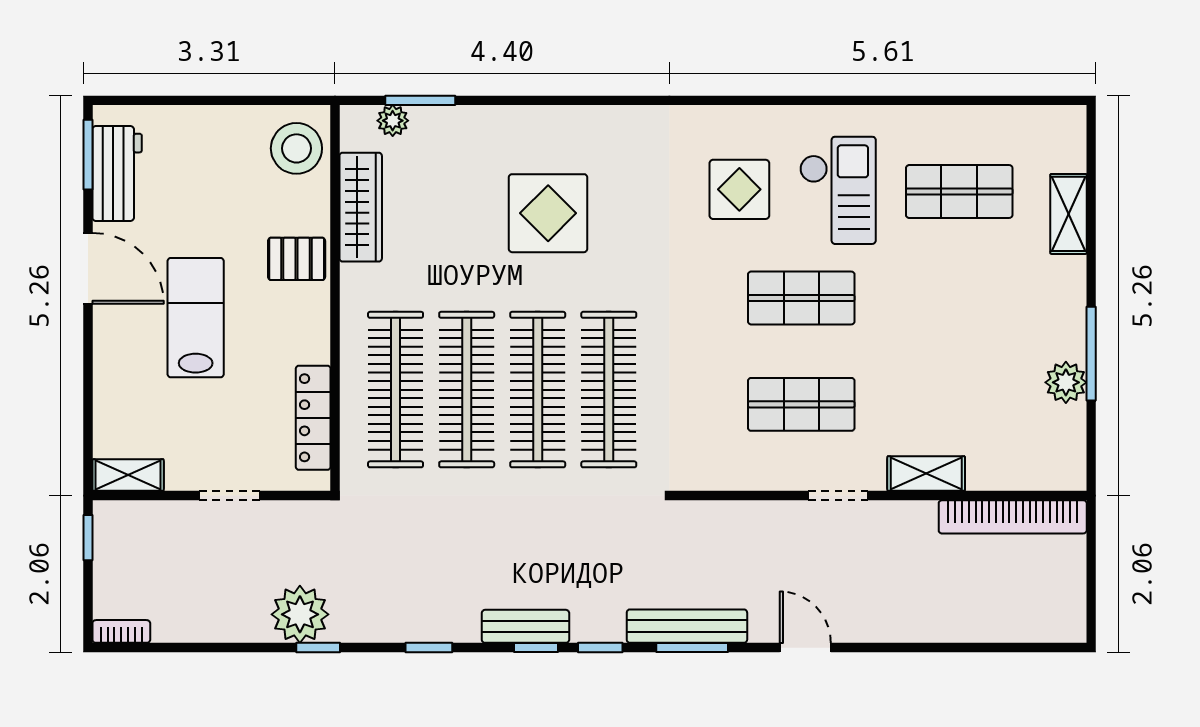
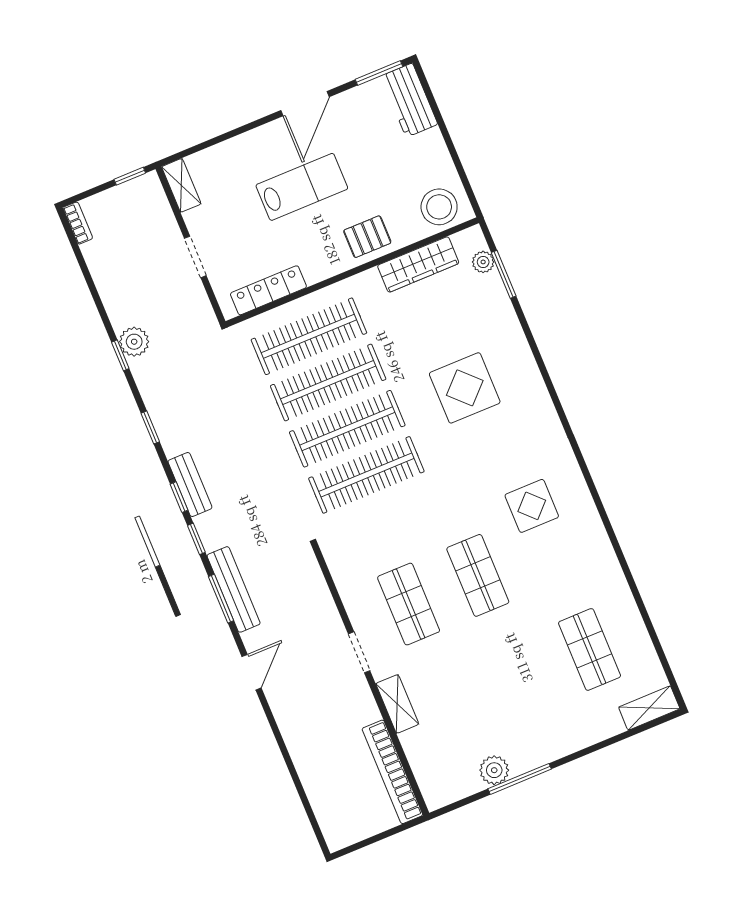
workbench: (117, 173) -> (409, 100), moved, turned 90
checkout: (838, 190) -> (558, 570), removed
shelving: (1069, 214) -> (649, 708), moved
pallet: (297, 259) -> (367, 237), turned 90
plant: (300, 614) -> (134, 342), width x0.73, depth x0.73

